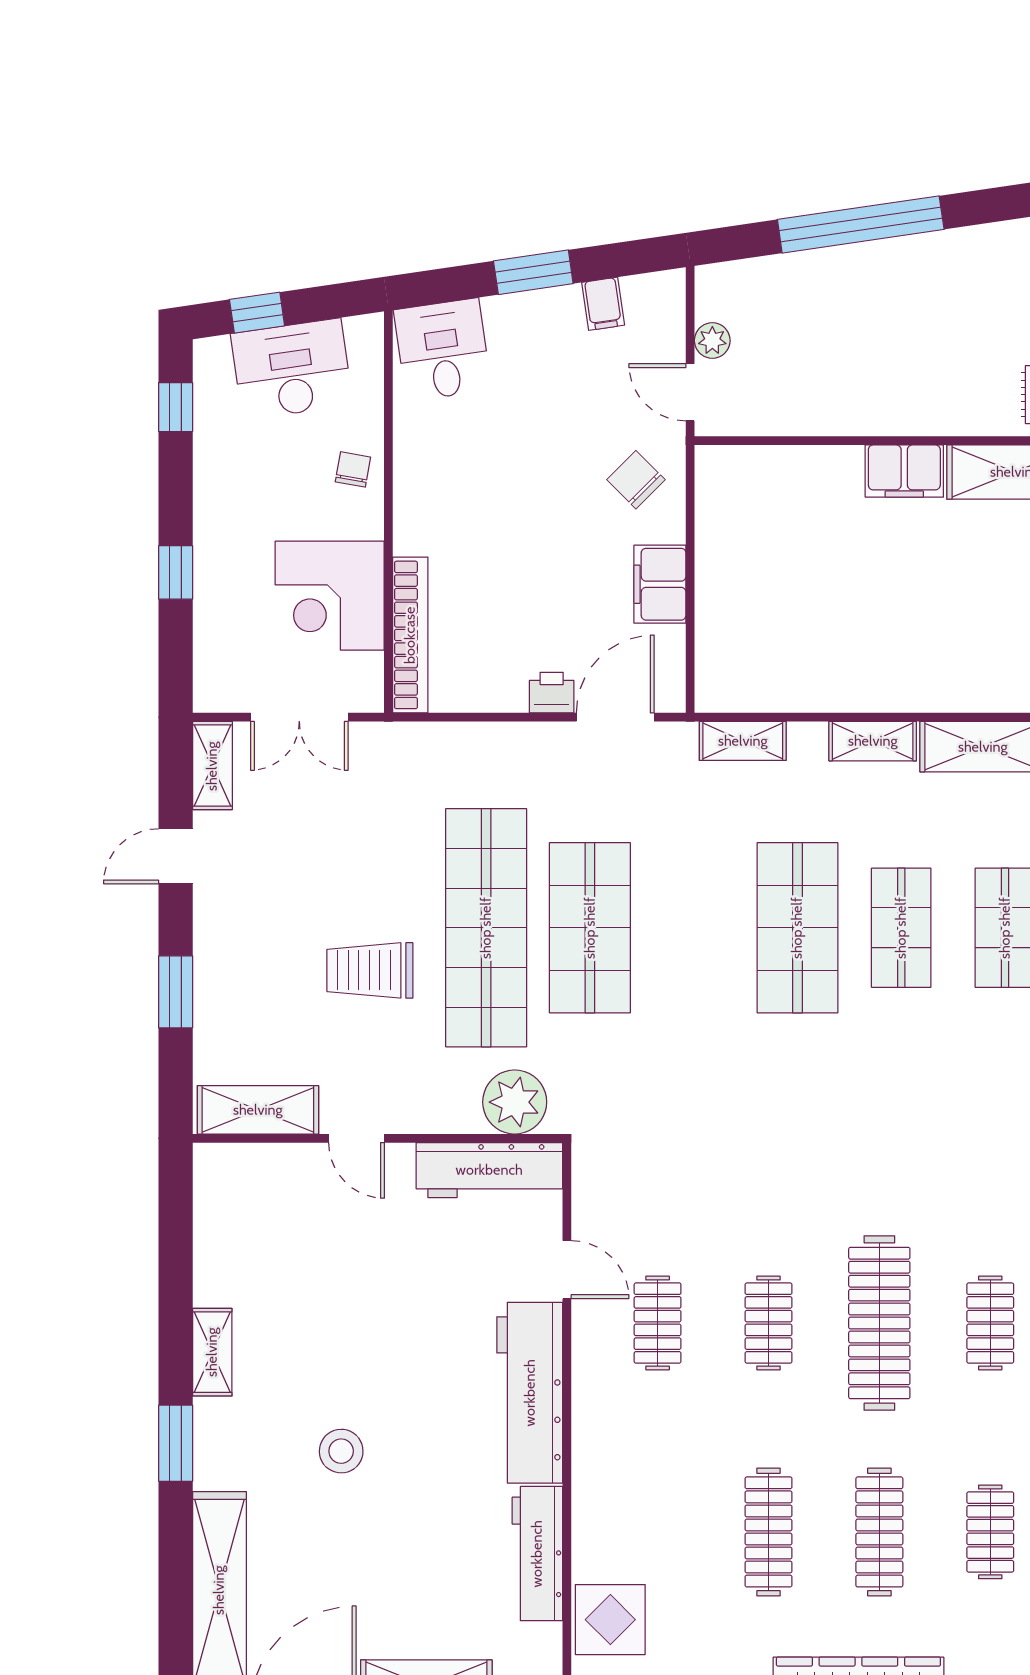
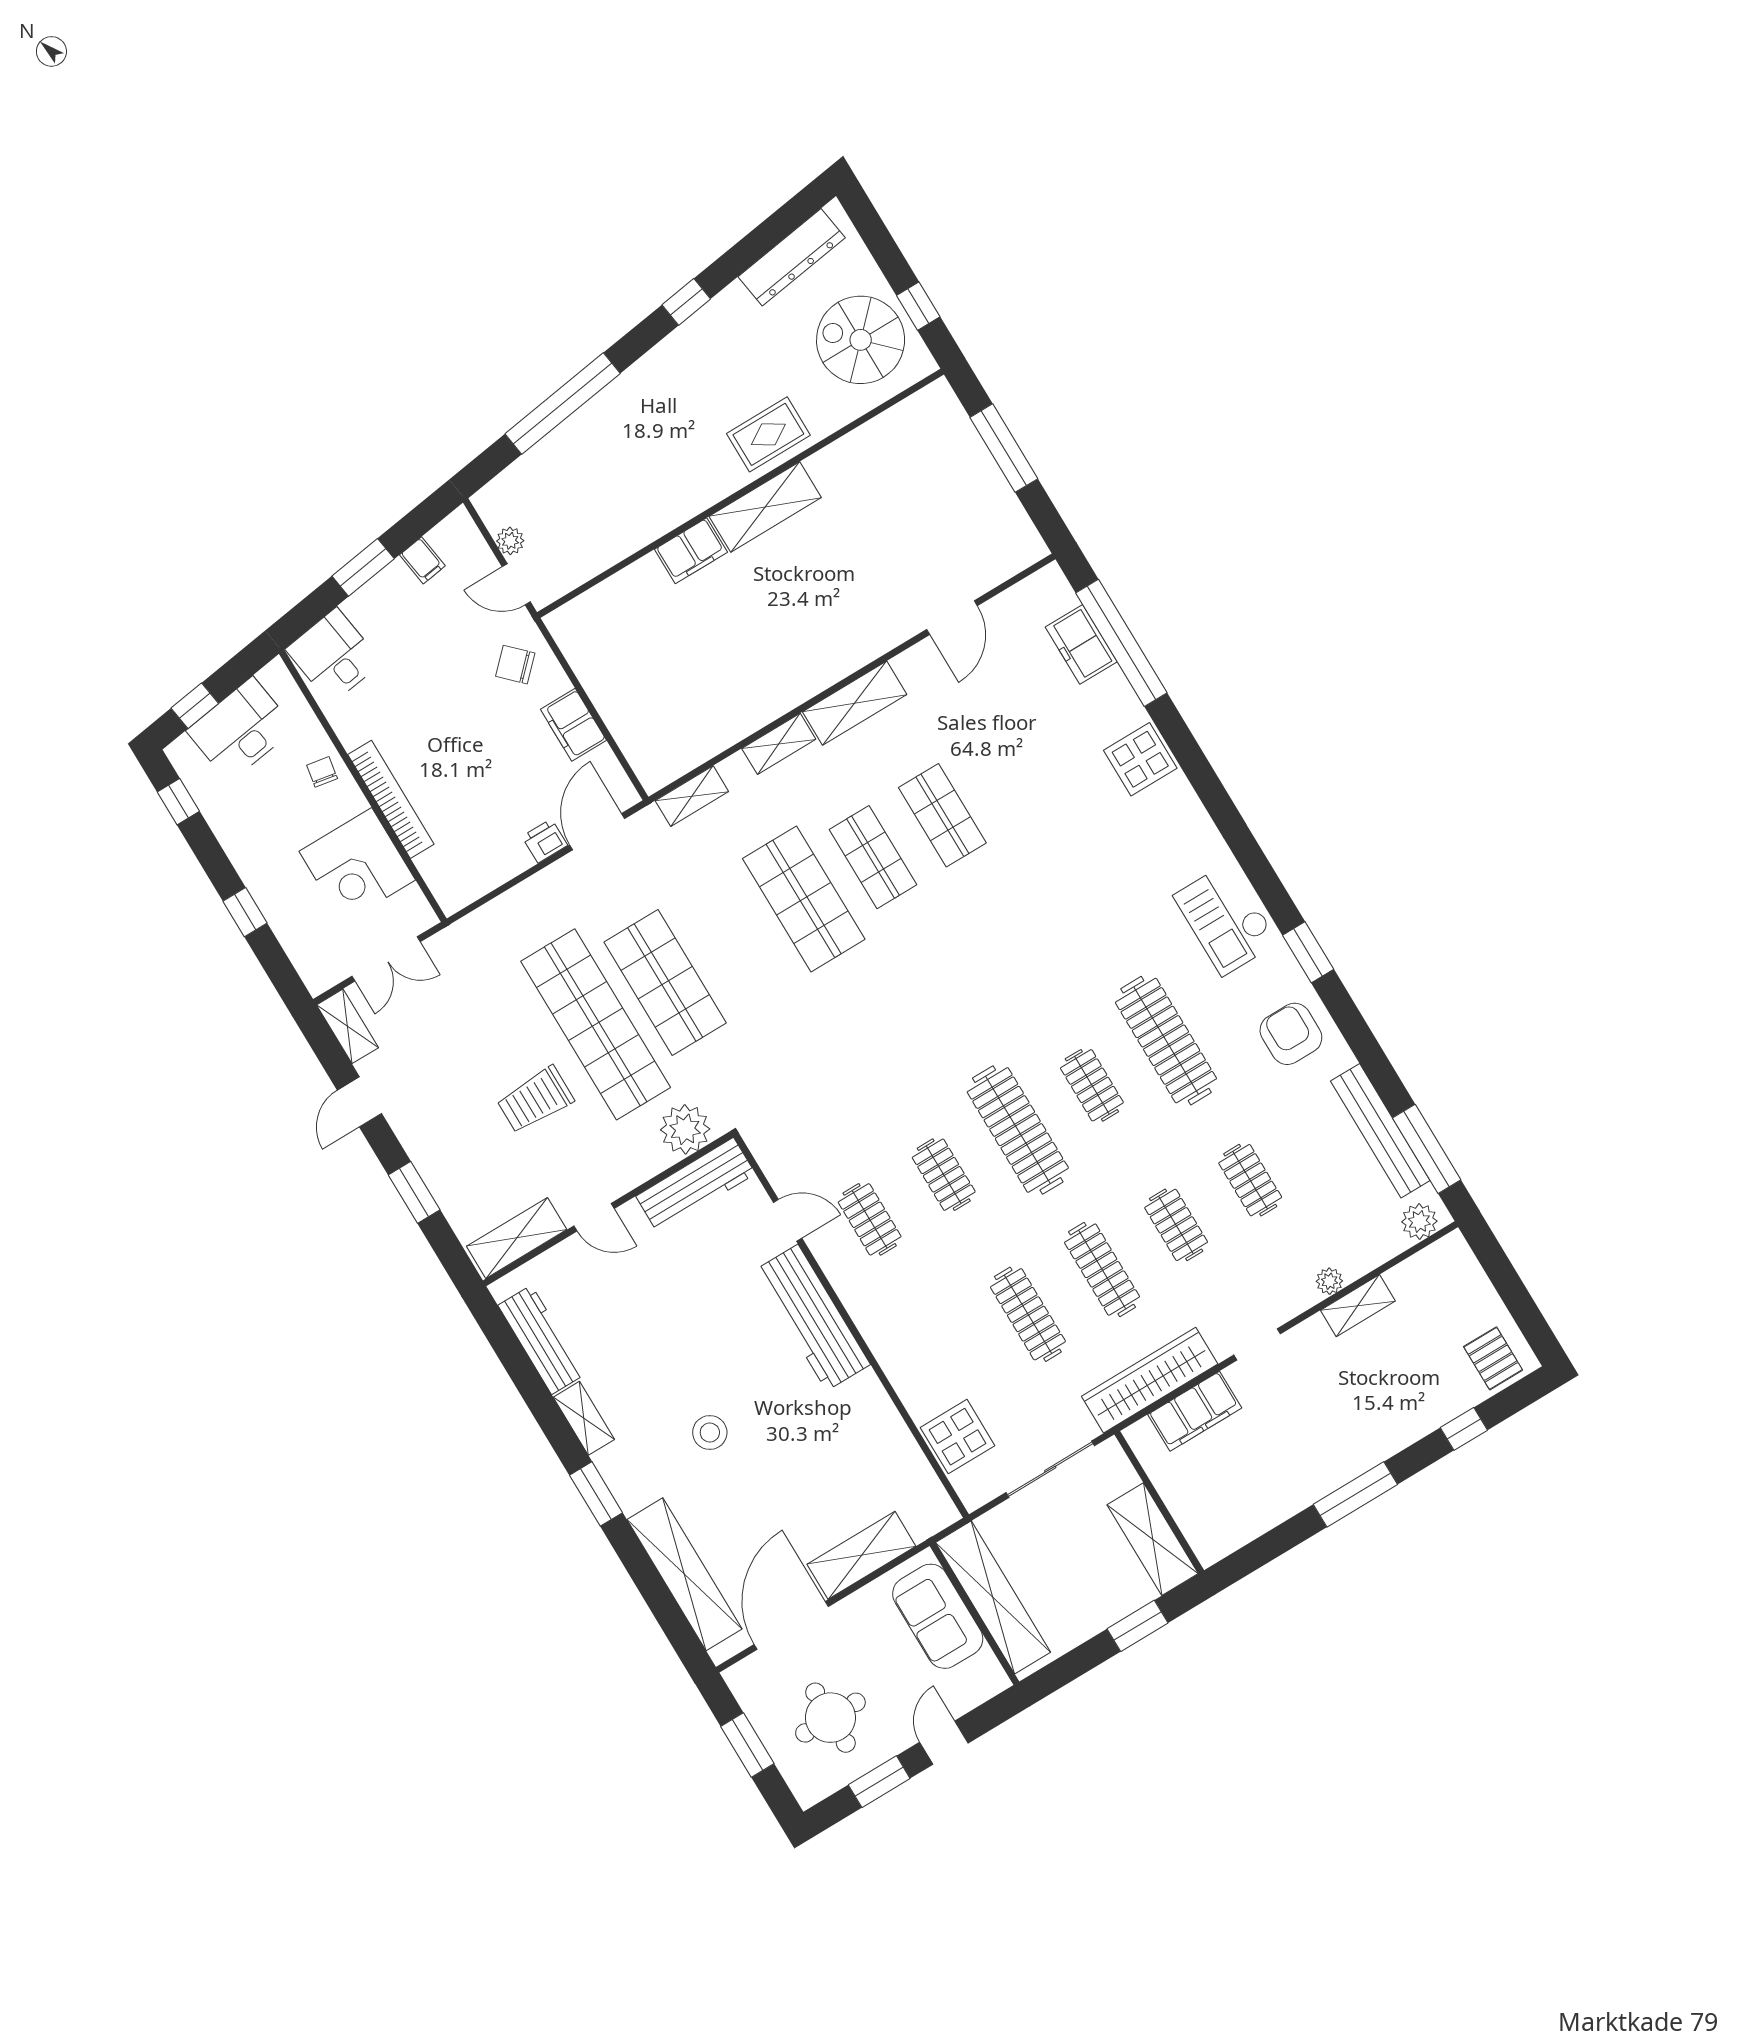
bookcase: (410, 635) -> (391, 799), moved
workbench: (537, 1554) -> (542, 1340), moved, turned 180

